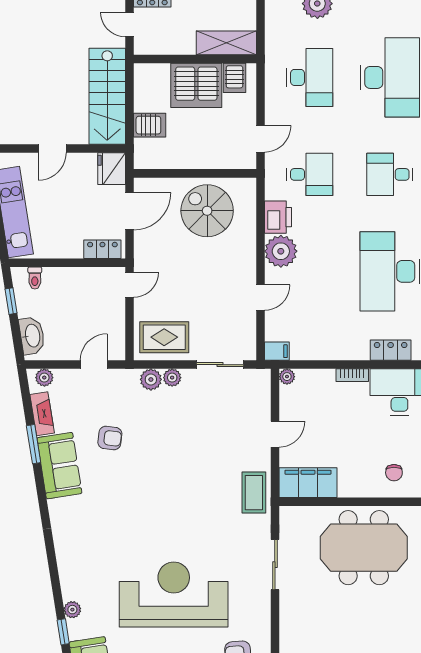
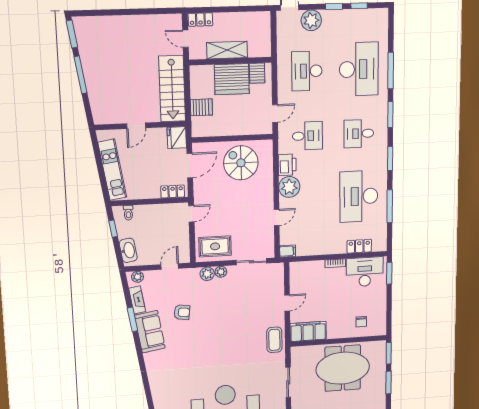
shelving: (226, 43) -> (227, 50), moved
desk: (310, 77) -> (307, 71), turned 180
plant: (287, 377) -> (294, 267), removed

